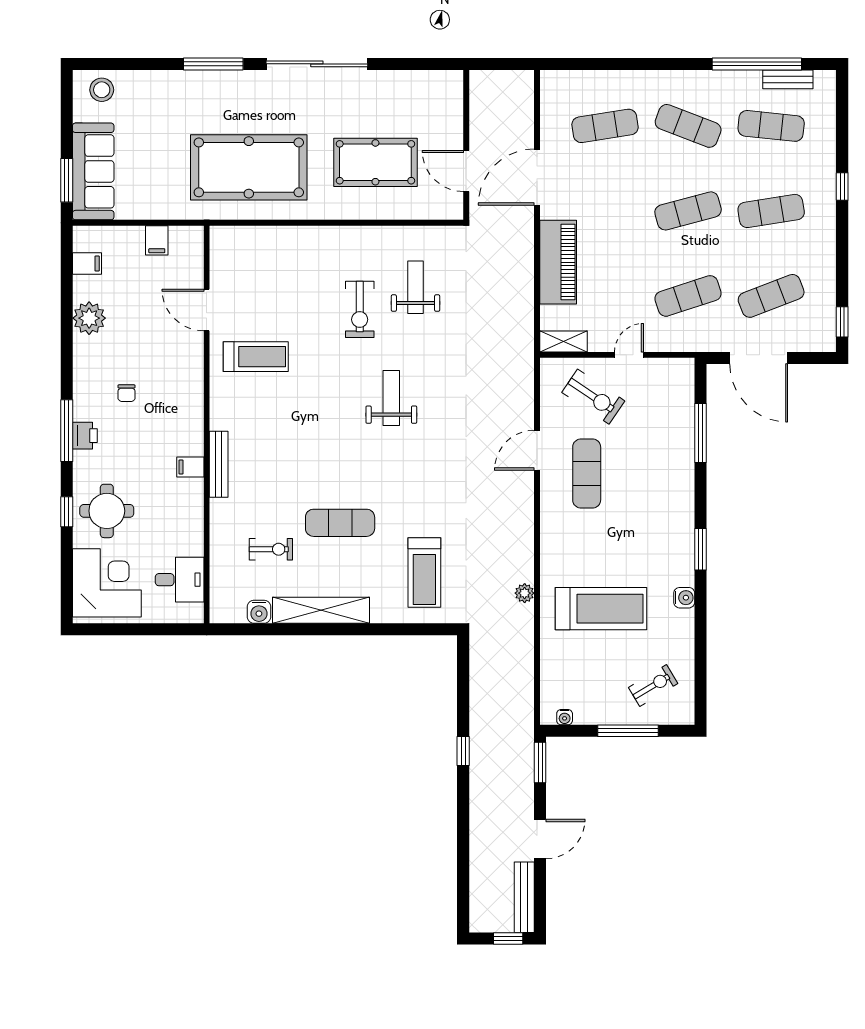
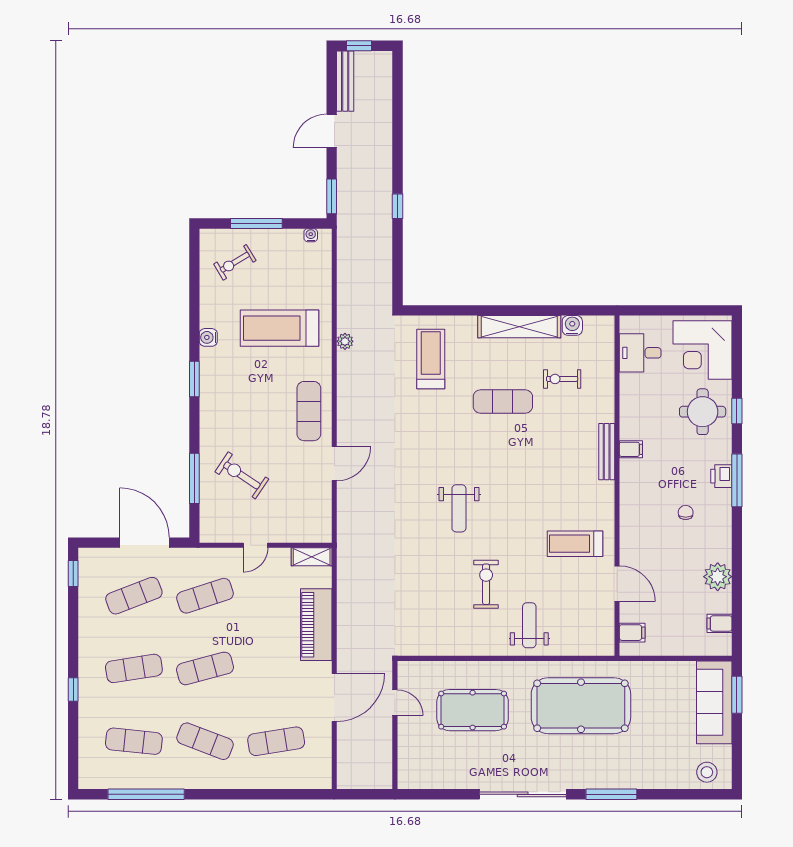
bench: (788, 79) -> (120, 781), removed
door: (466, 171) -> (395, 703), width x0.73
filing cabinet: (157, 240) -> (632, 633), moved, turned 90
weight bench: (415, 287) -> (529, 625), moved, turned 180
exercise bike: (593, 397) -> (242, 475), moved
exercise mat: (587, 474) -> (309, 411), moved

